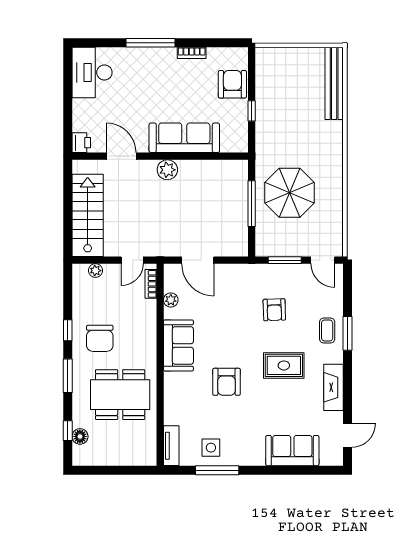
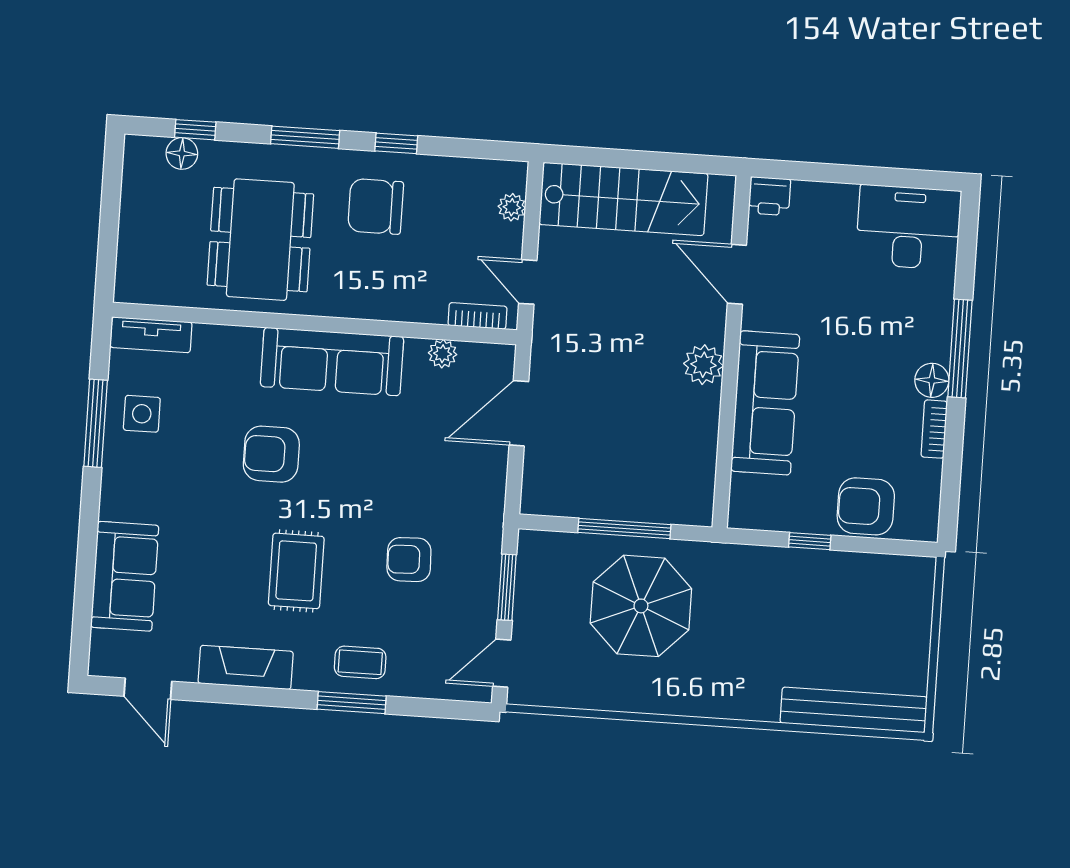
floor lamp: (167, 56) -> (932, 380), added
armchair: (232, 84) -> (866, 506), turned 180
door: (121, 156) -> (737, 274), swing flipped
sofa: (178, 345) -> (332, 362), width x1.36

